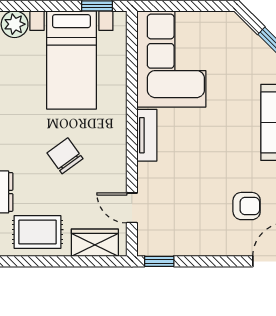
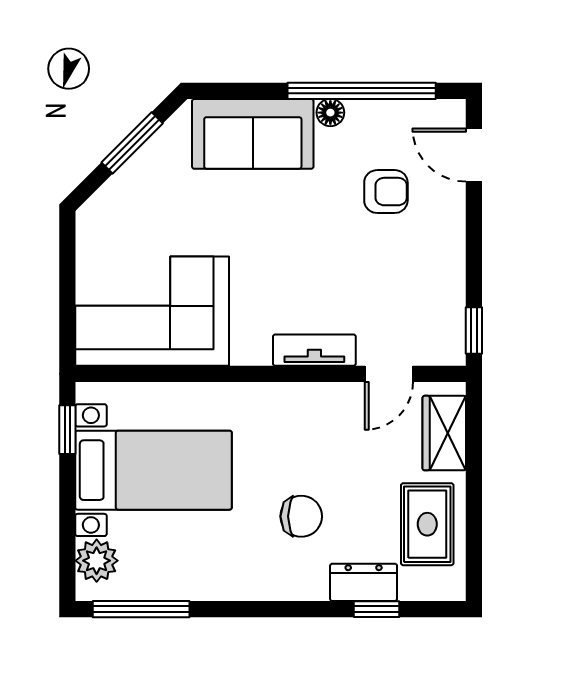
tv unit: (147, 135) -> (314, 350), moved
chair: (65, 156) -> (301, 516), moved, turned -144
armchair: (247, 206) -> (386, 192), turned 90

